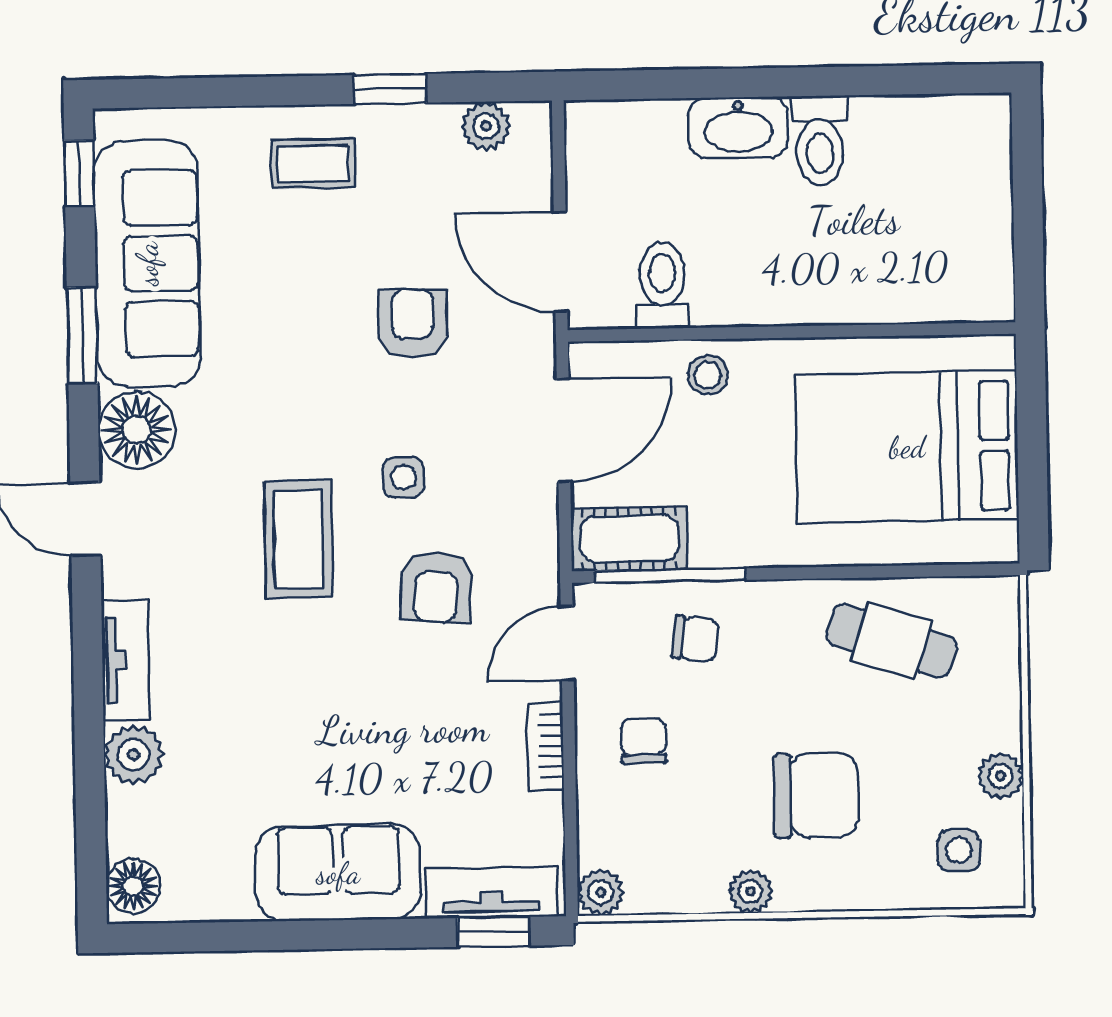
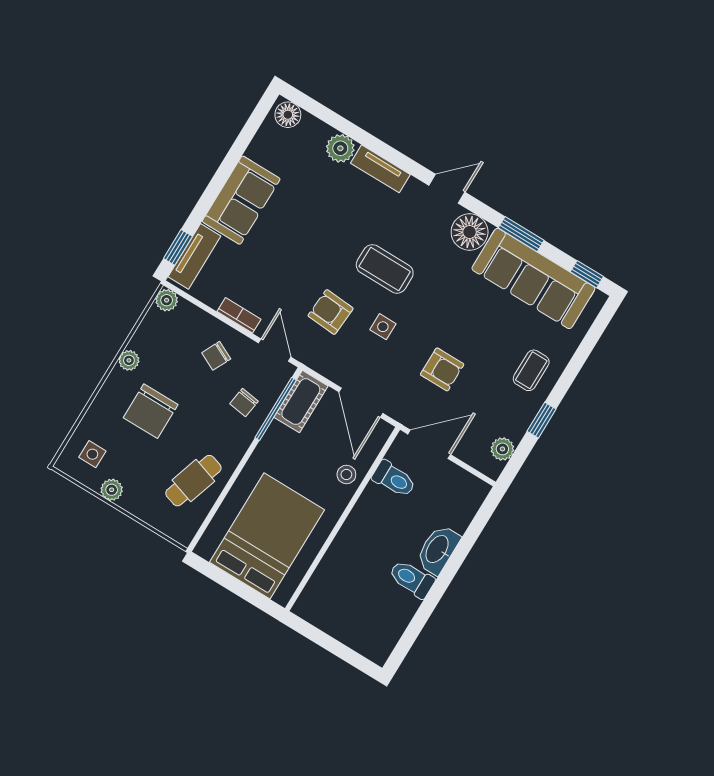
chair: (644, 741) -> (216, 356), turned 116

